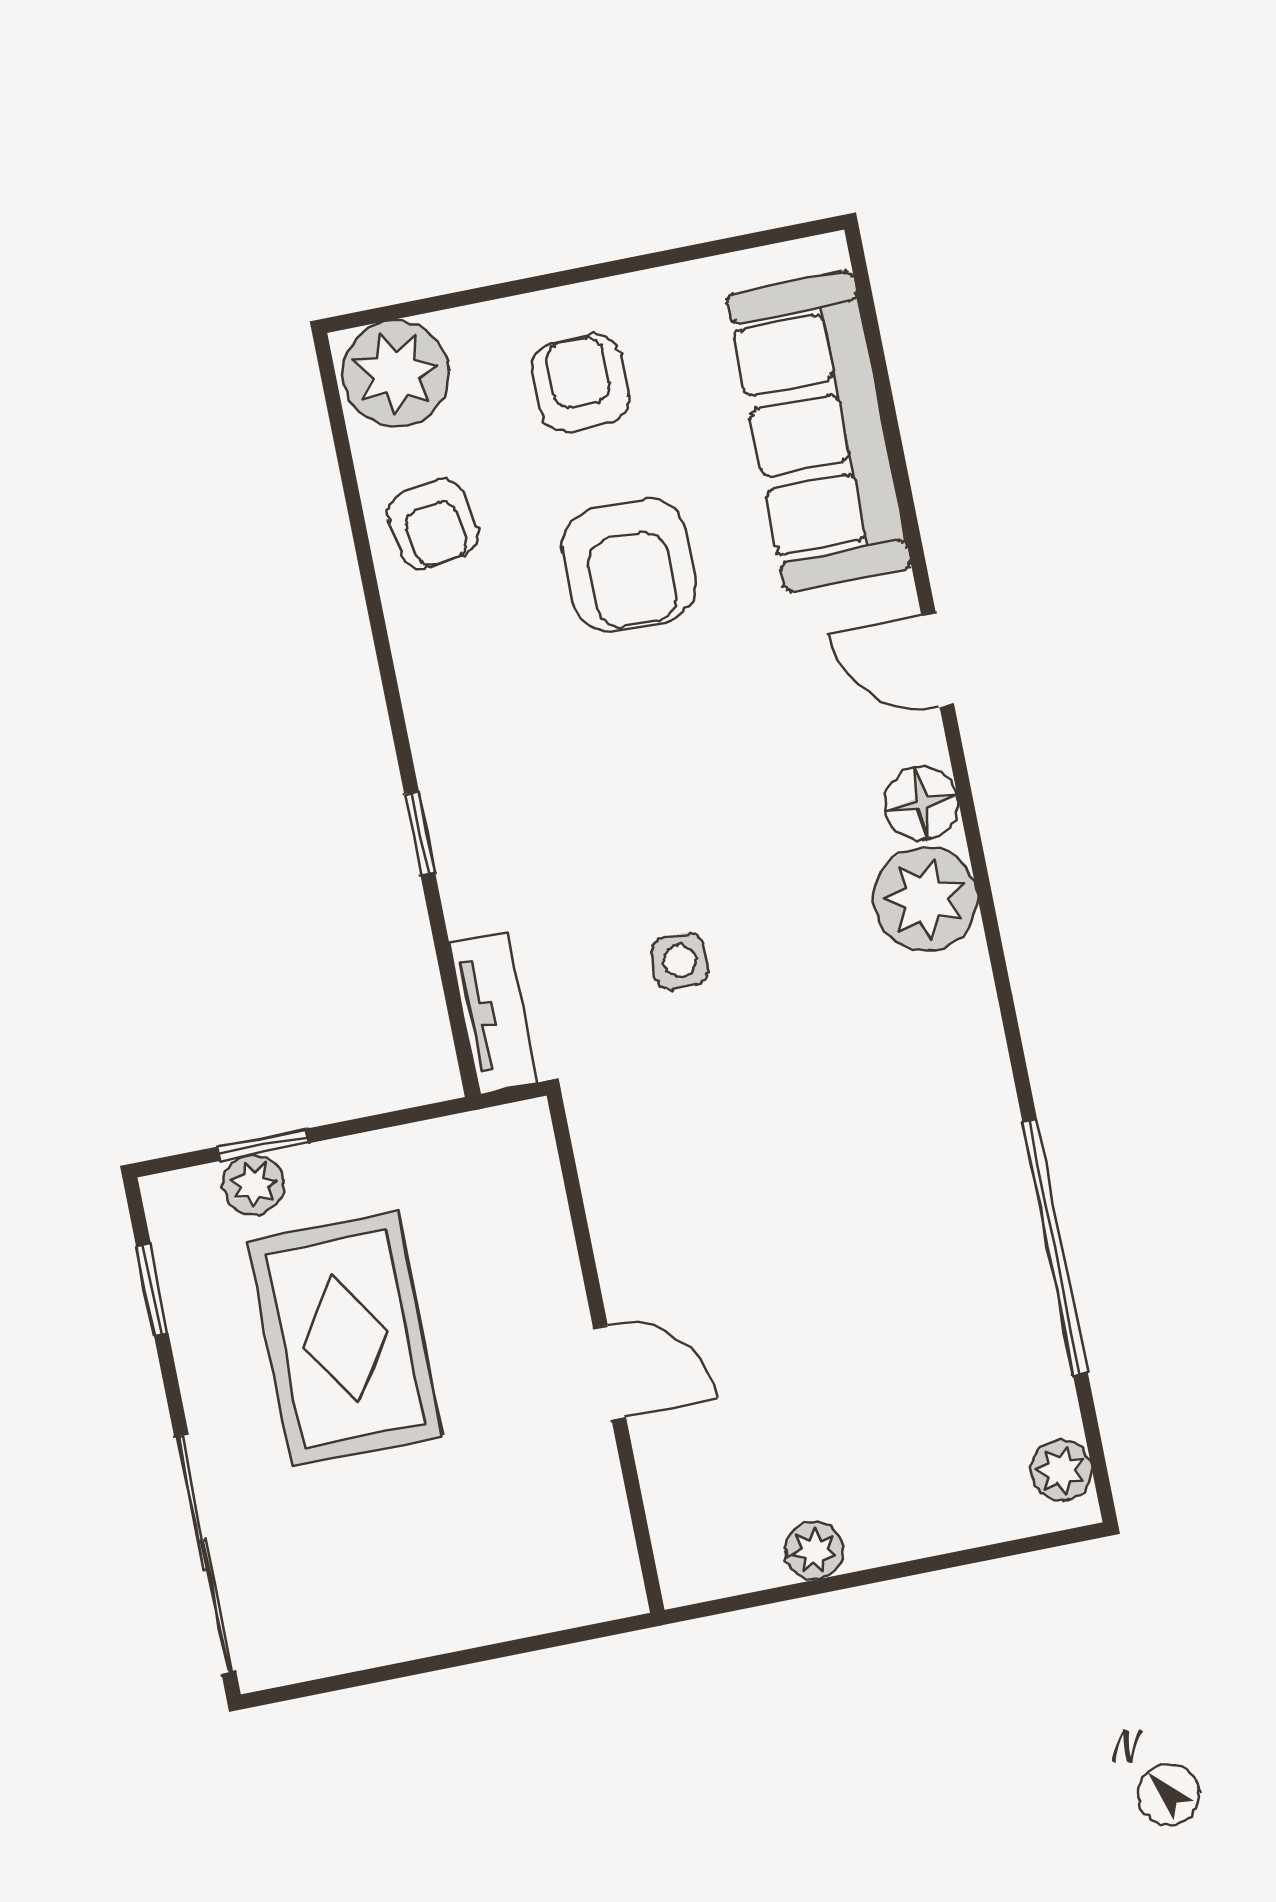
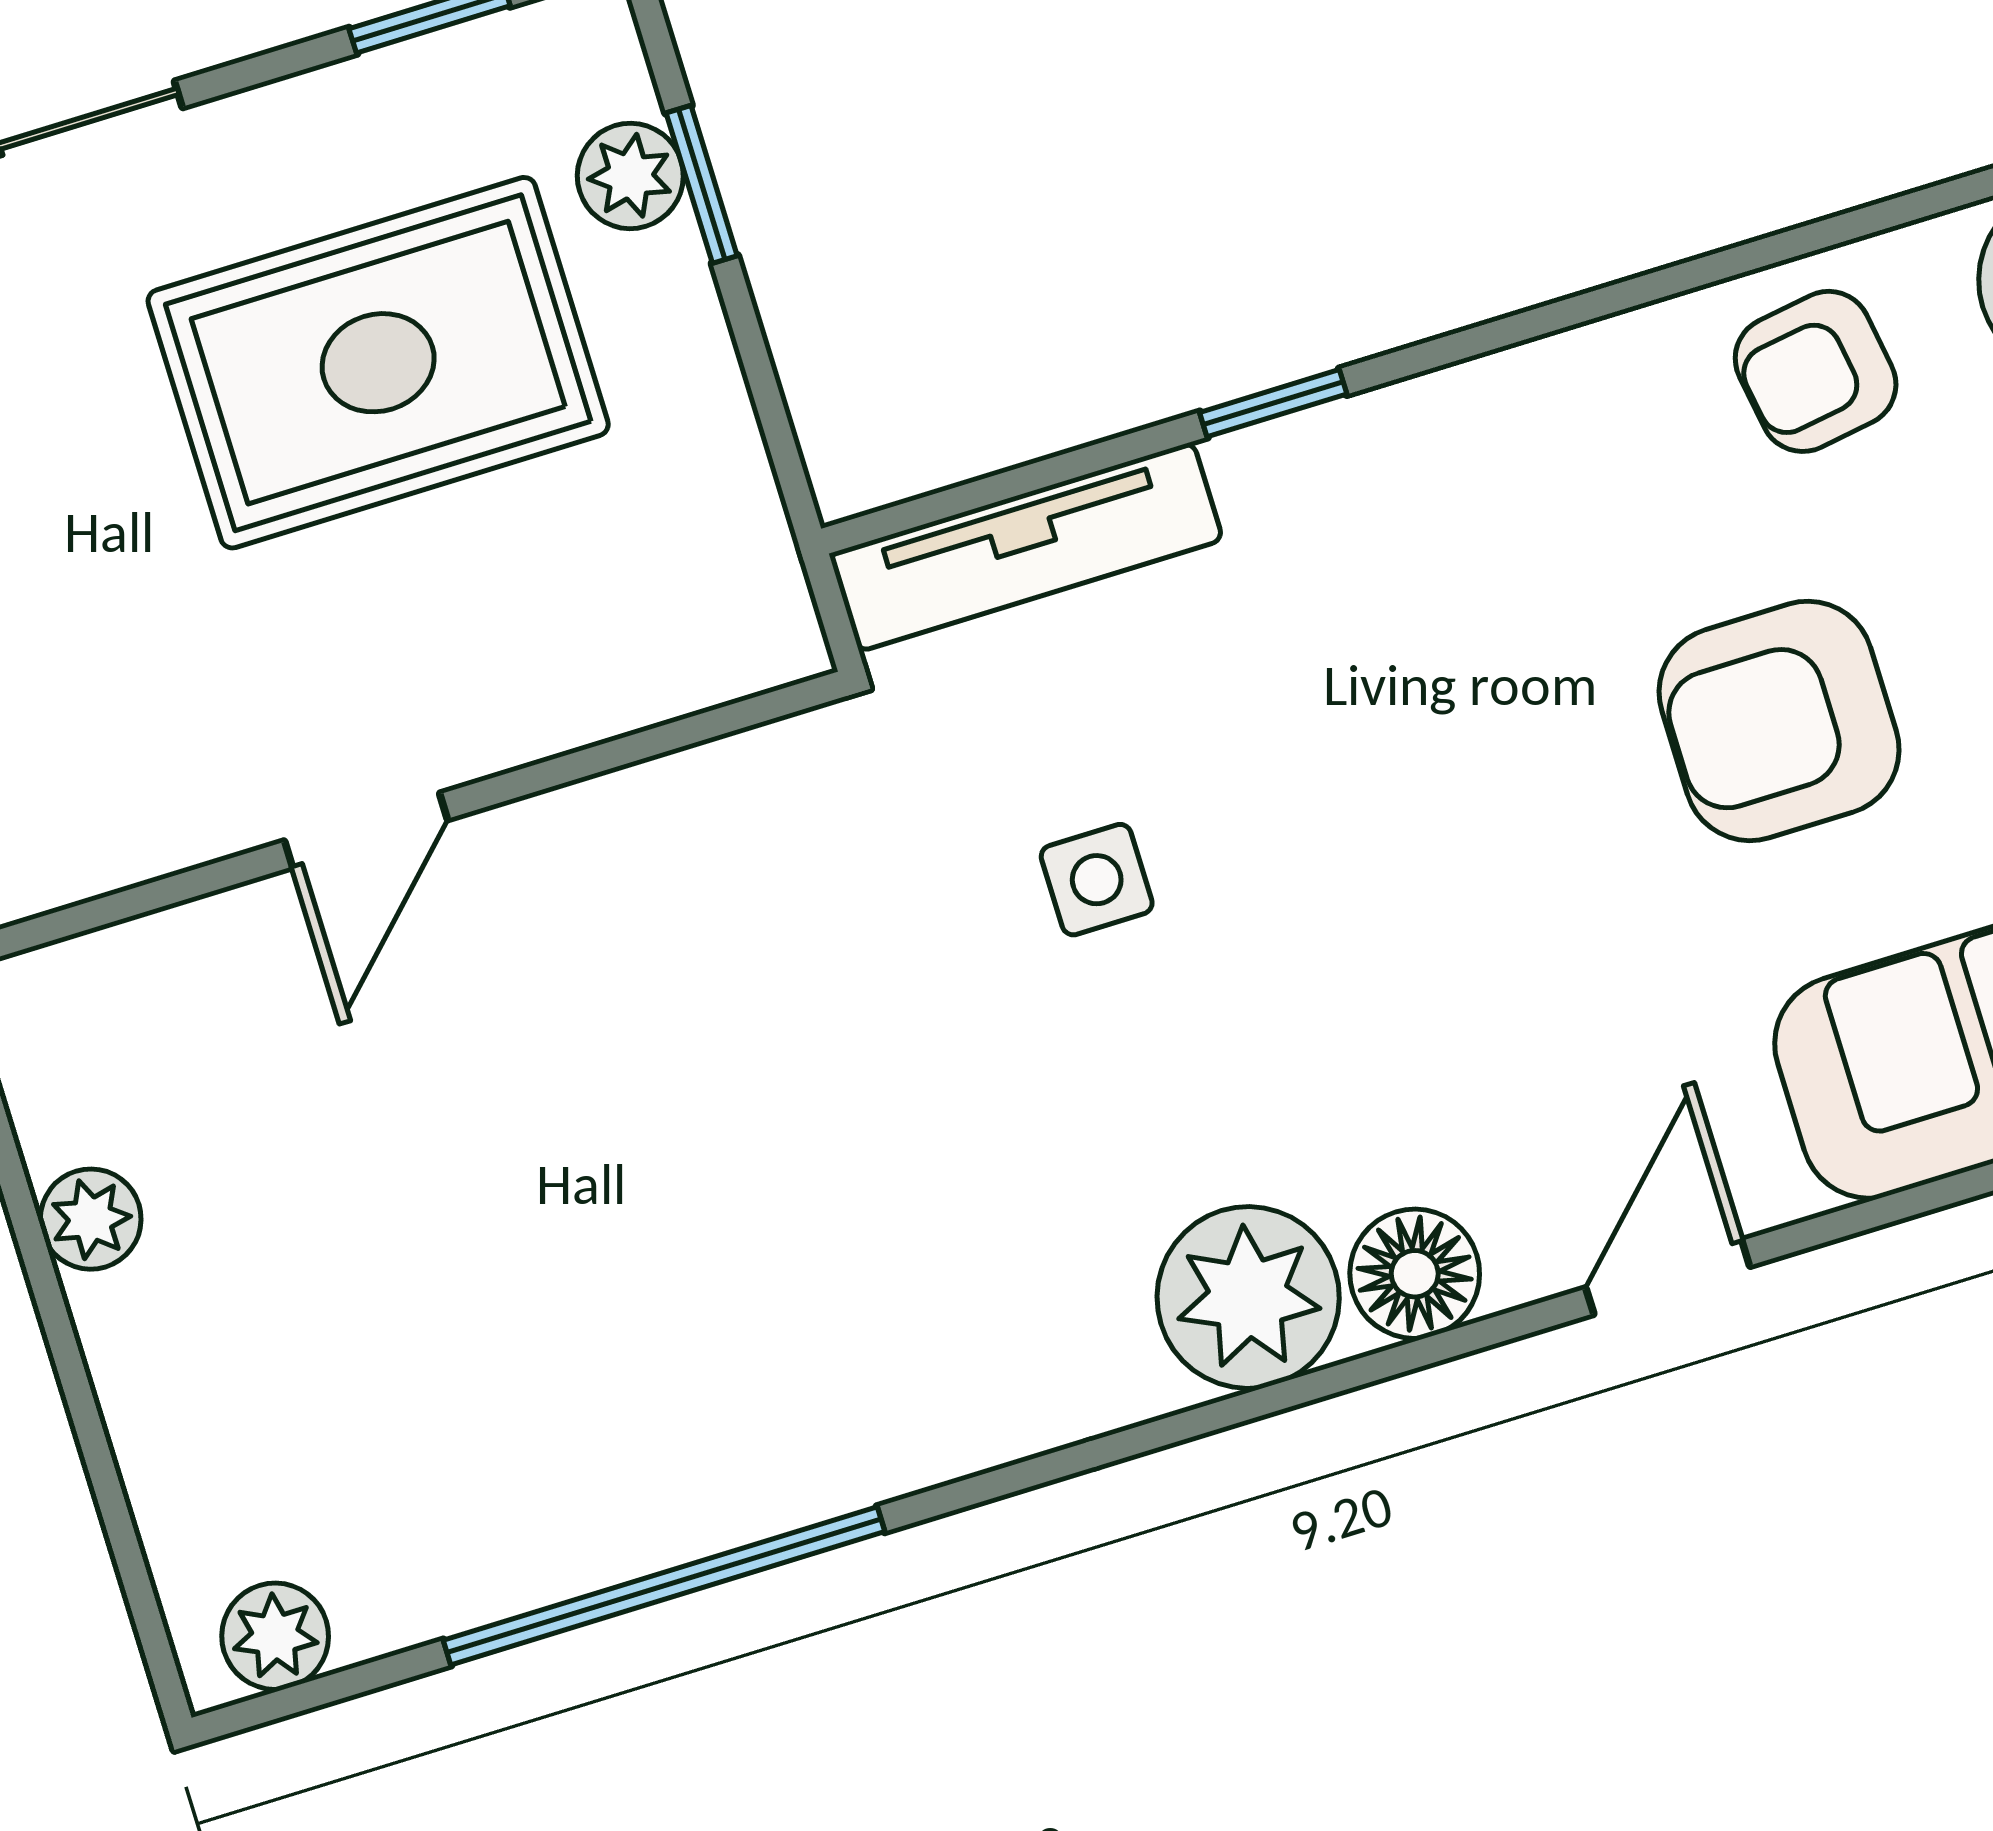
tv unit: (493, 1013) -> (1026, 547), width x1.41

